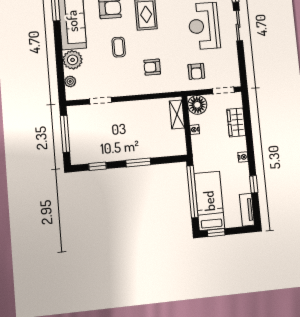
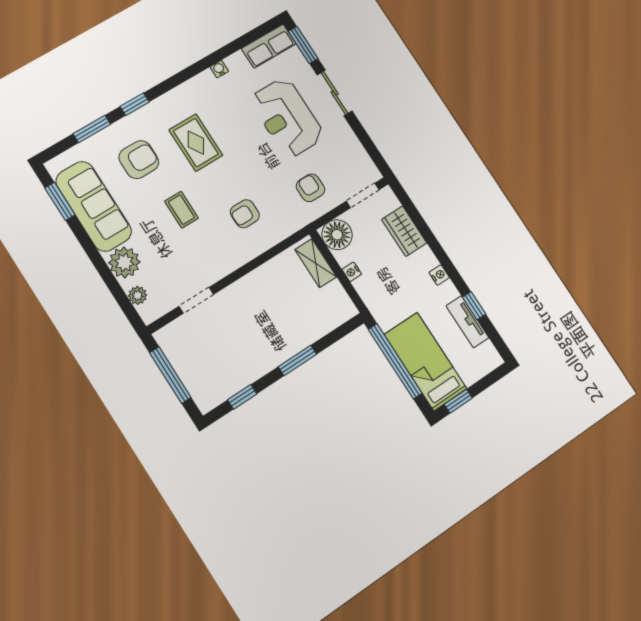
armchair: (196, 71) -> (310, 188), turned 180
tv unit: (247, 210) -> (467, 322), moved

